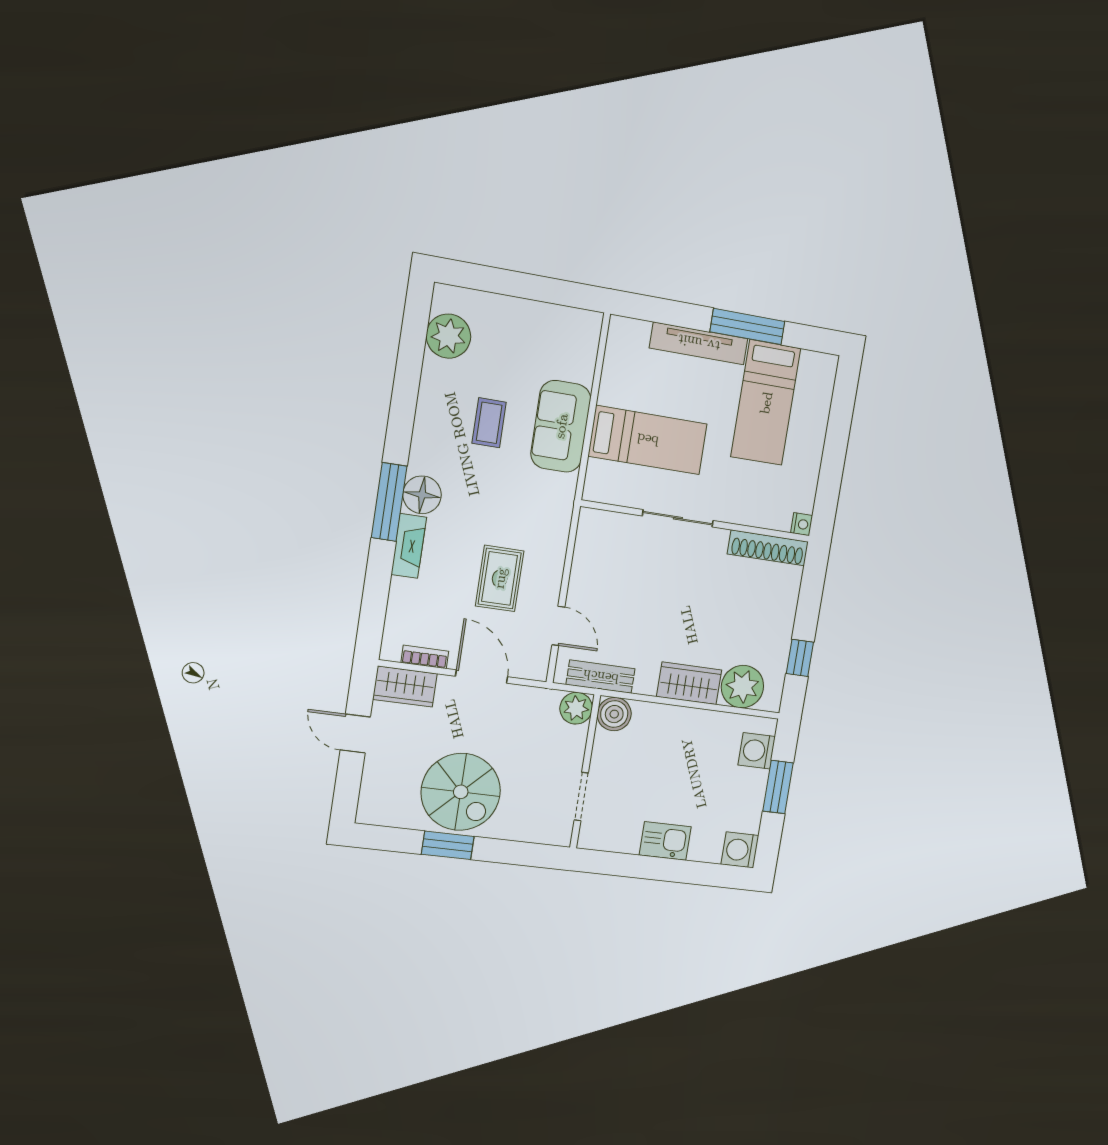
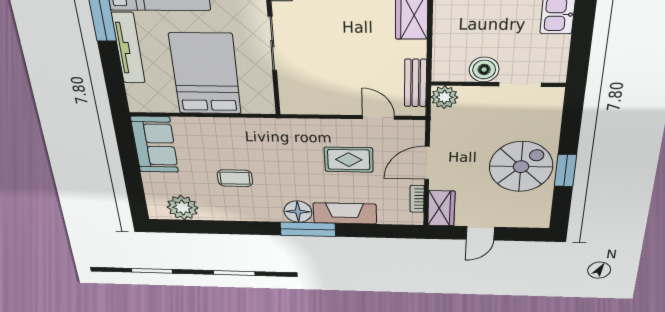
sofa: (561, 426) -> (155, 145), moved, turned -90
bed: (648, 440) -> (205, 74), width x1.50
fireplace: (409, 546) -> (345, 213), width x1.37, depth x1.32
door: (558, 626) -> (378, 117), hinge flipped
boiler: (614, 714) -> (484, 70), moved

